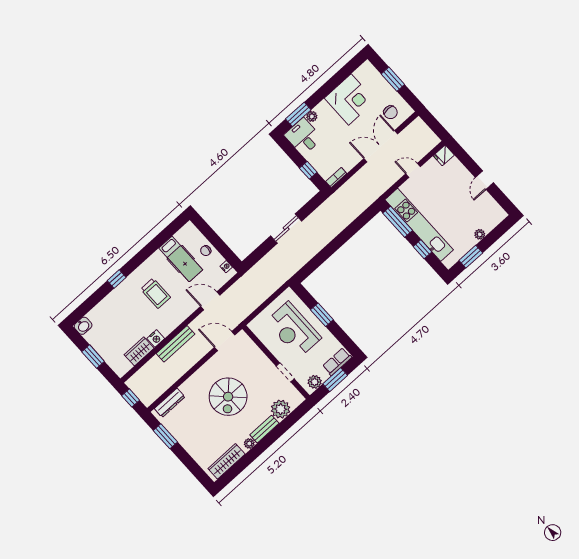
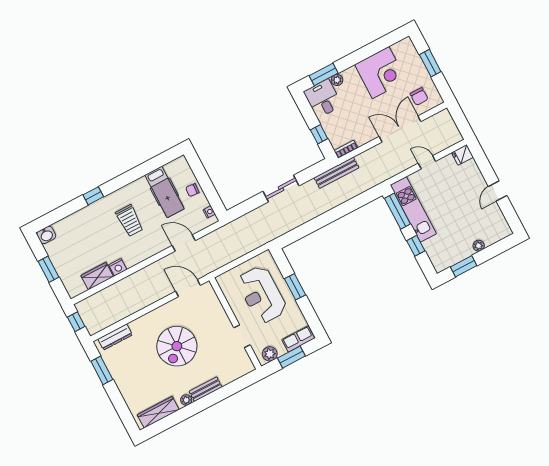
kitchen unit: (419, 225) -> (413, 209), width x0.73
bench: (176, 344) -> (336, 173), moved
plant: (281, 409) -> (227, 373), removed

